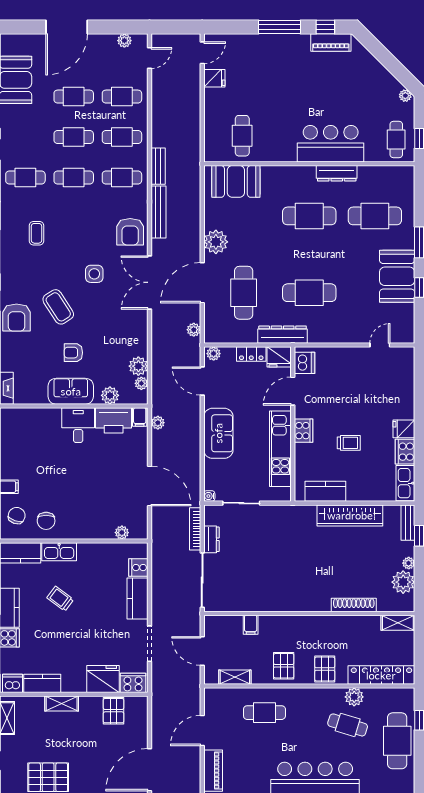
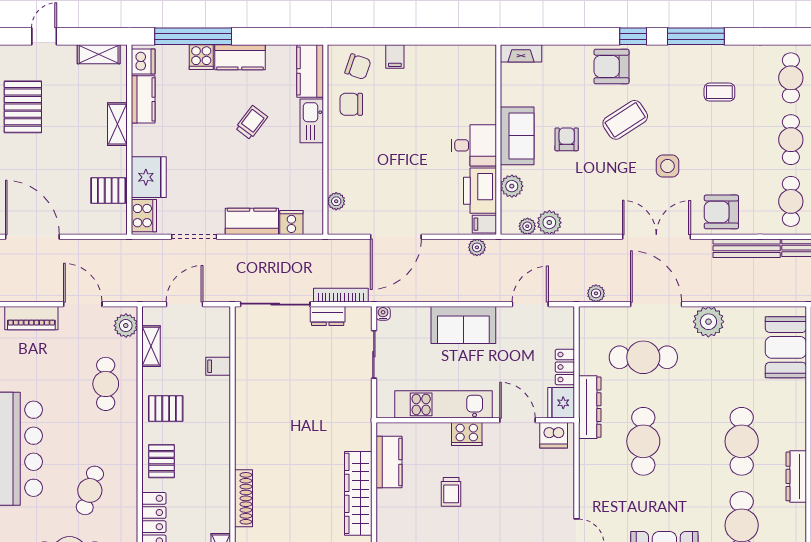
plant: (214, 354) -> (565, 319), removed
pallet: (325, 669) -> (161, 461), turned 90
plant: (354, 697) -> (126, 326), moved

